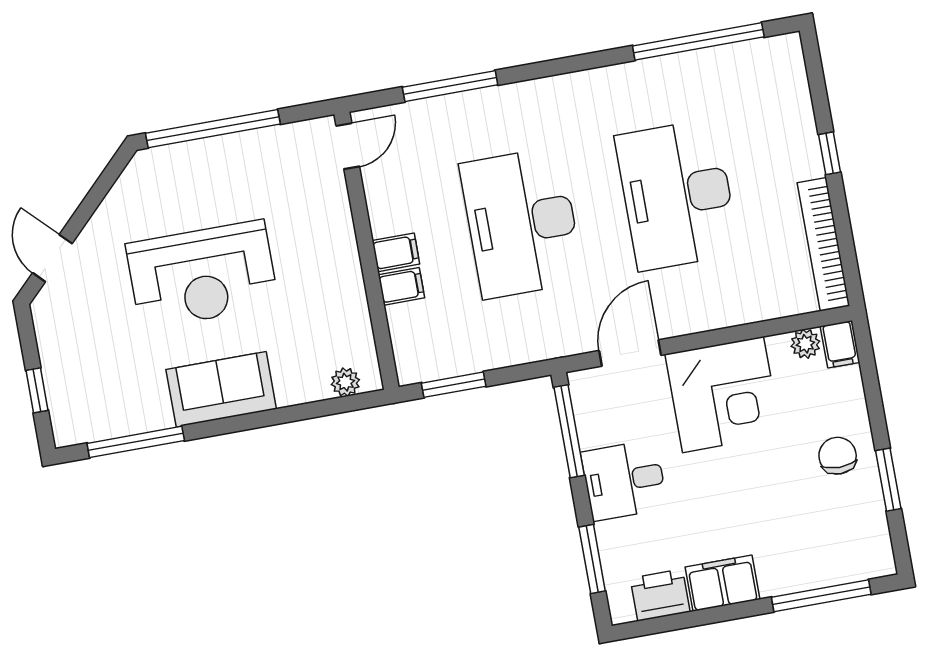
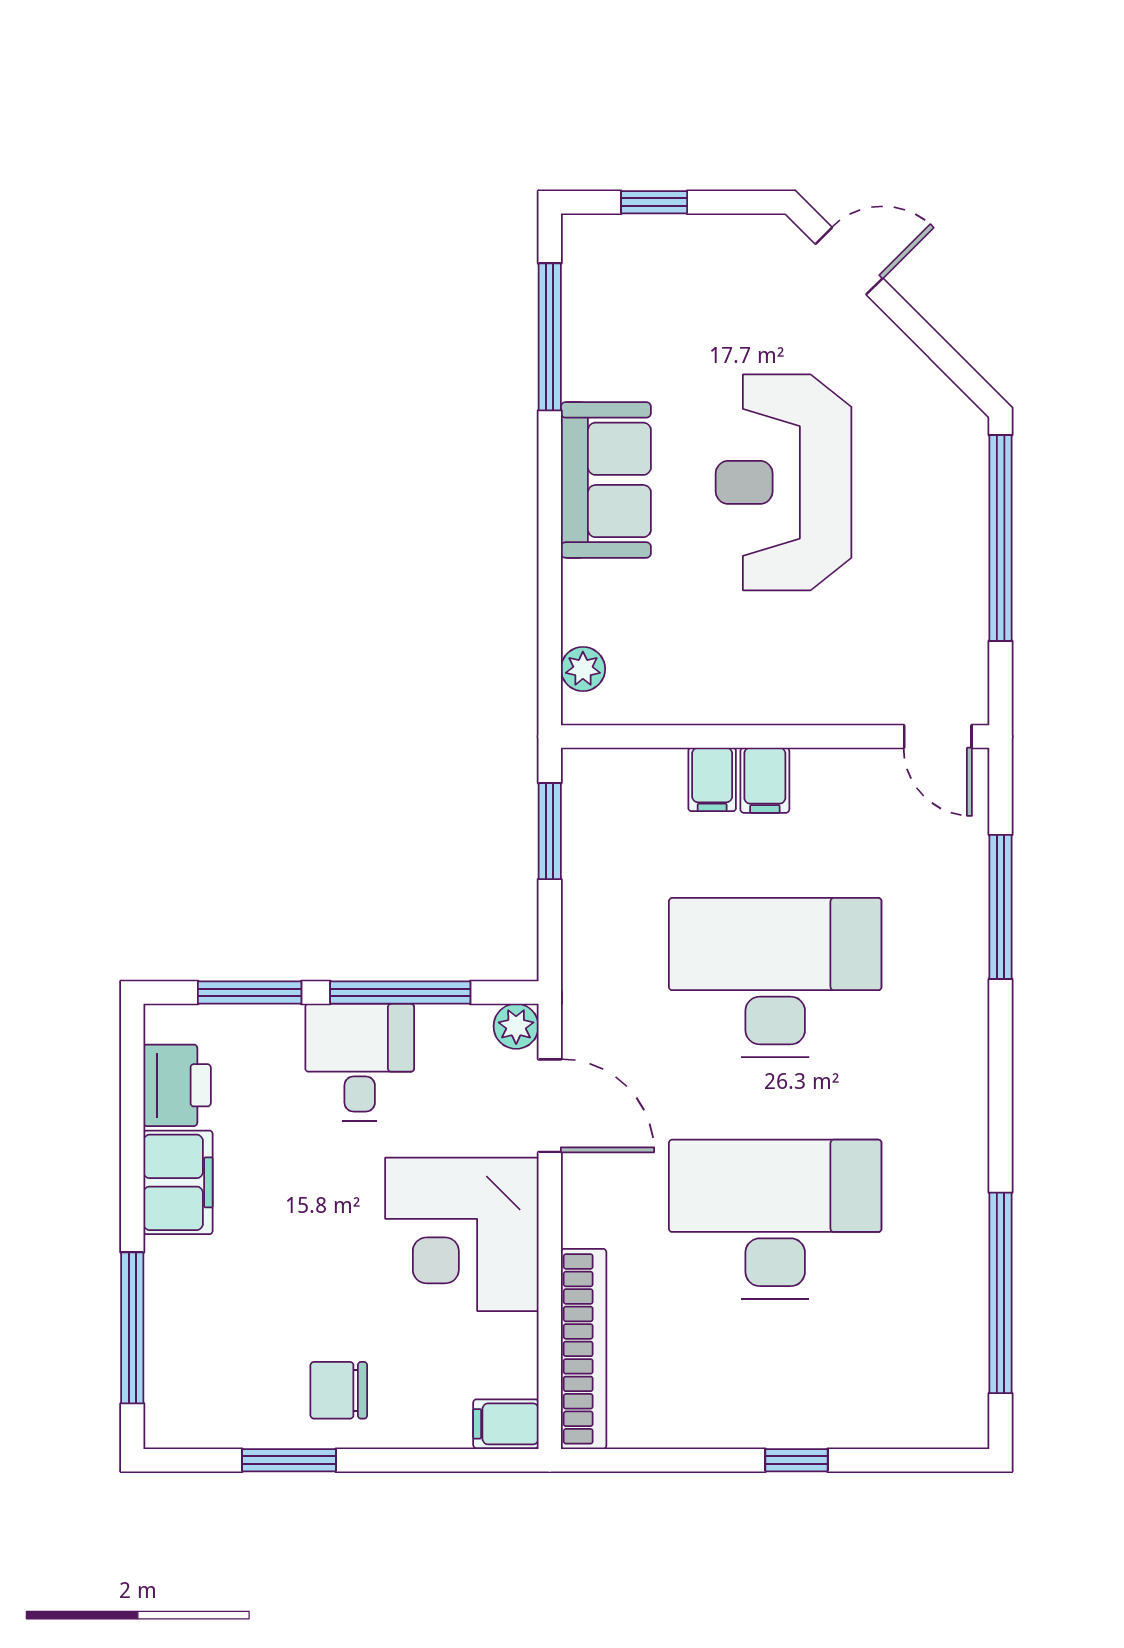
bookcase: (823, 244) -> (584, 1349), moved, turned 90
plant: (805, 344) -> (516, 1026), moved
window: (569, 431) -> (400, 993), moved
chair: (838, 456) -> (339, 1390), turned 180

